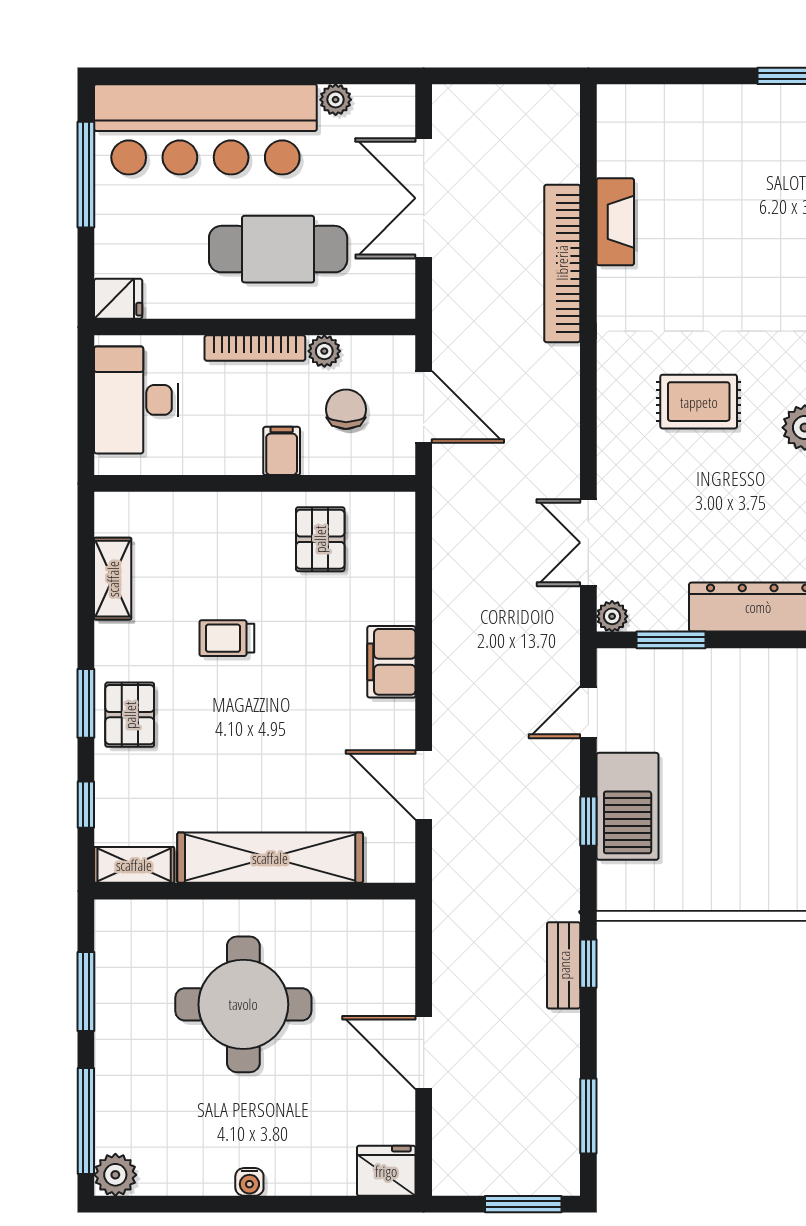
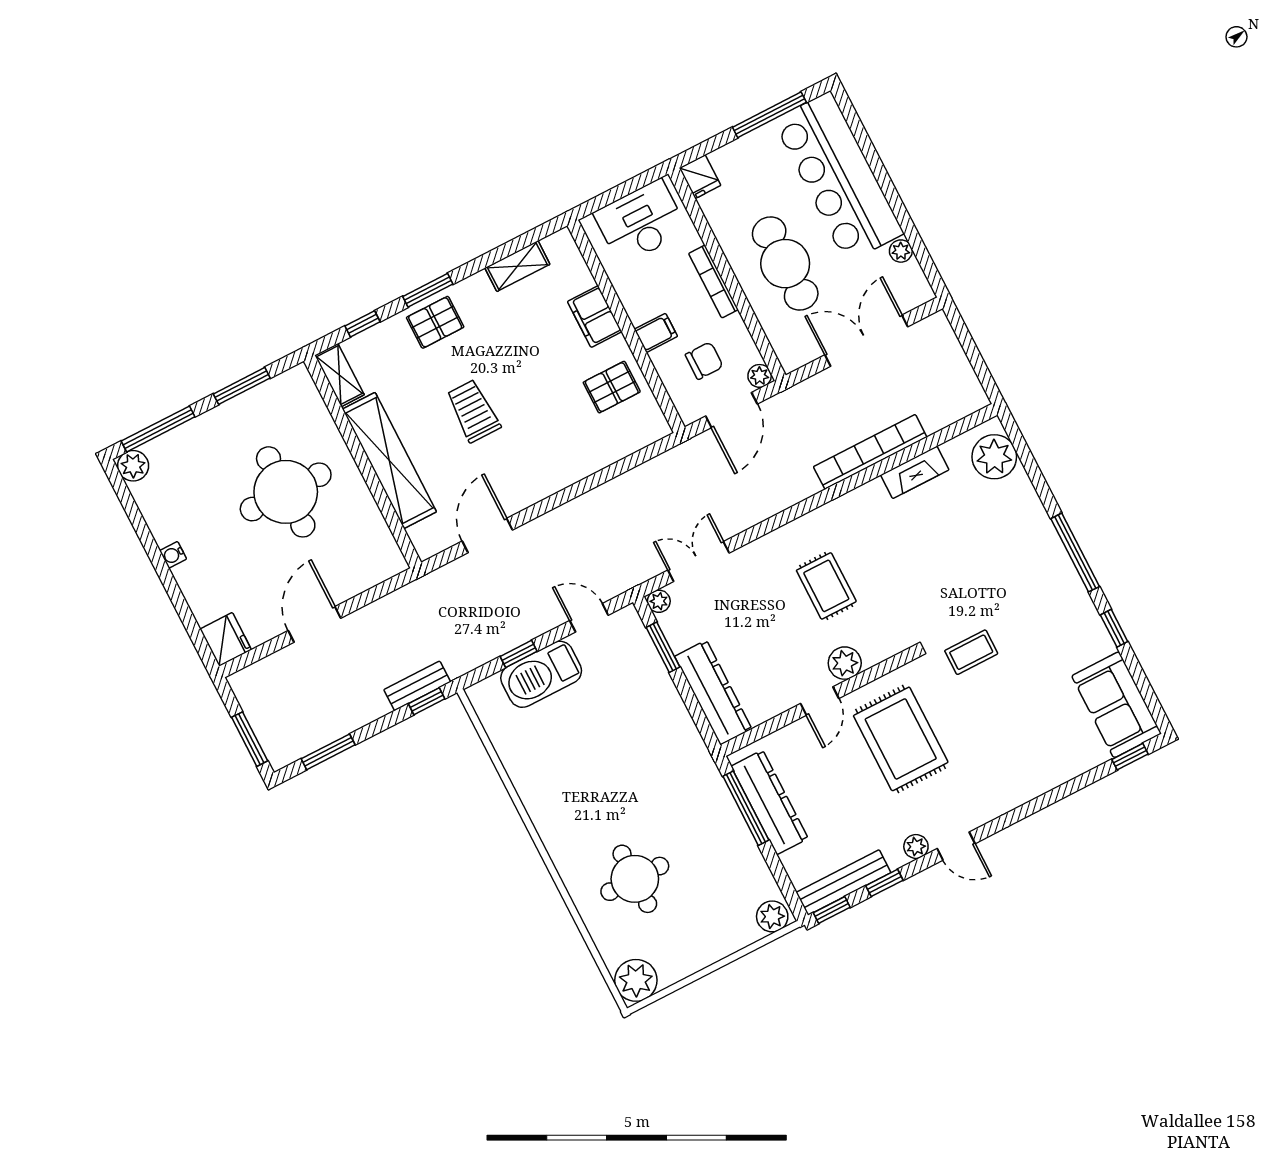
plant: (646, 115) -> (994, 457), added
plant: (324, 351) -> (760, 376), moved
trolley: (227, 638) -> (473, 411), moved, width x1.36, depth x1.39
filing cabinet: (391, 662) -> (595, 317), moved, turned -90

